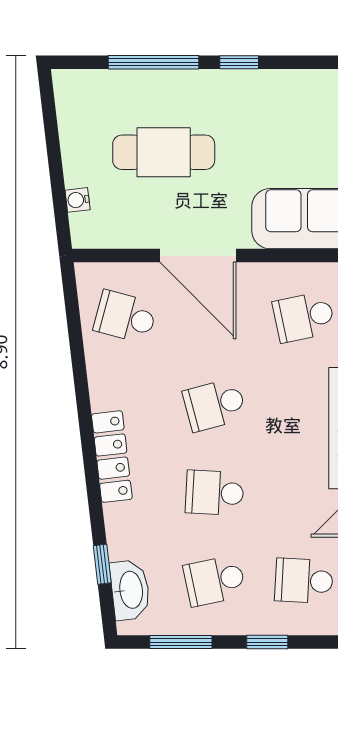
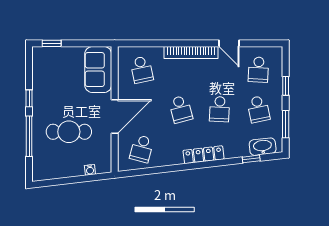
cafe table: (164, 152) -> (69, 132), turned 90

